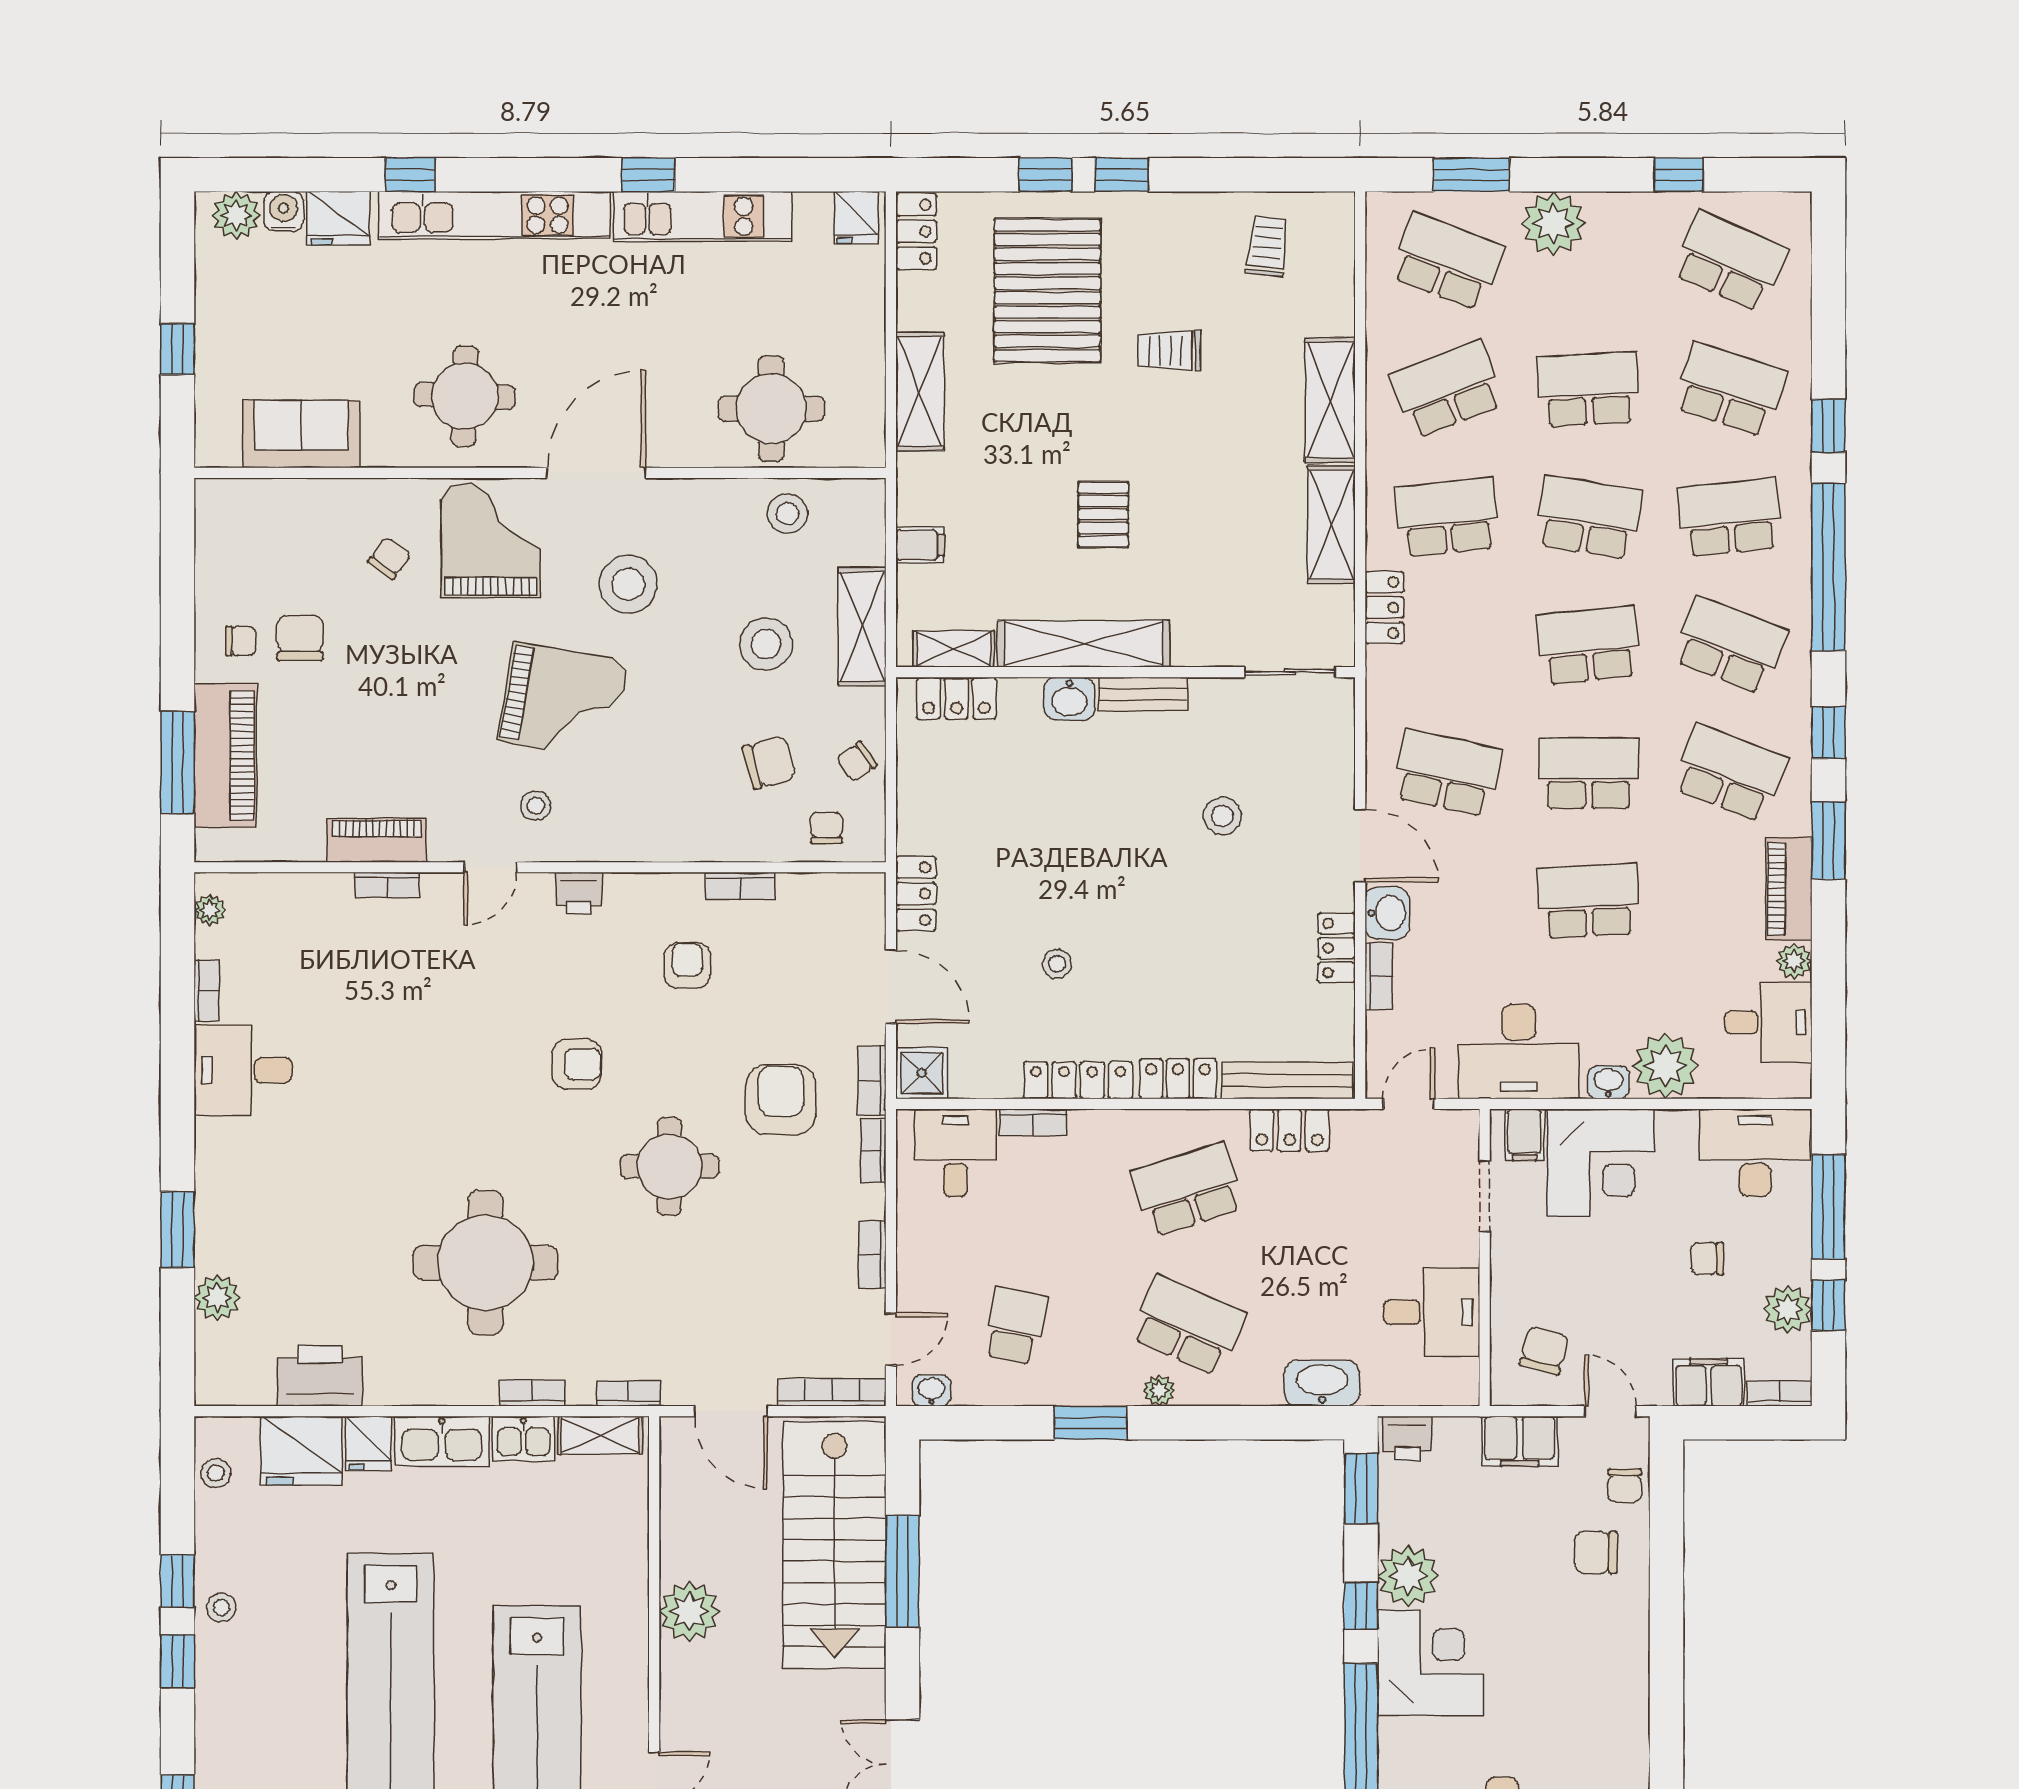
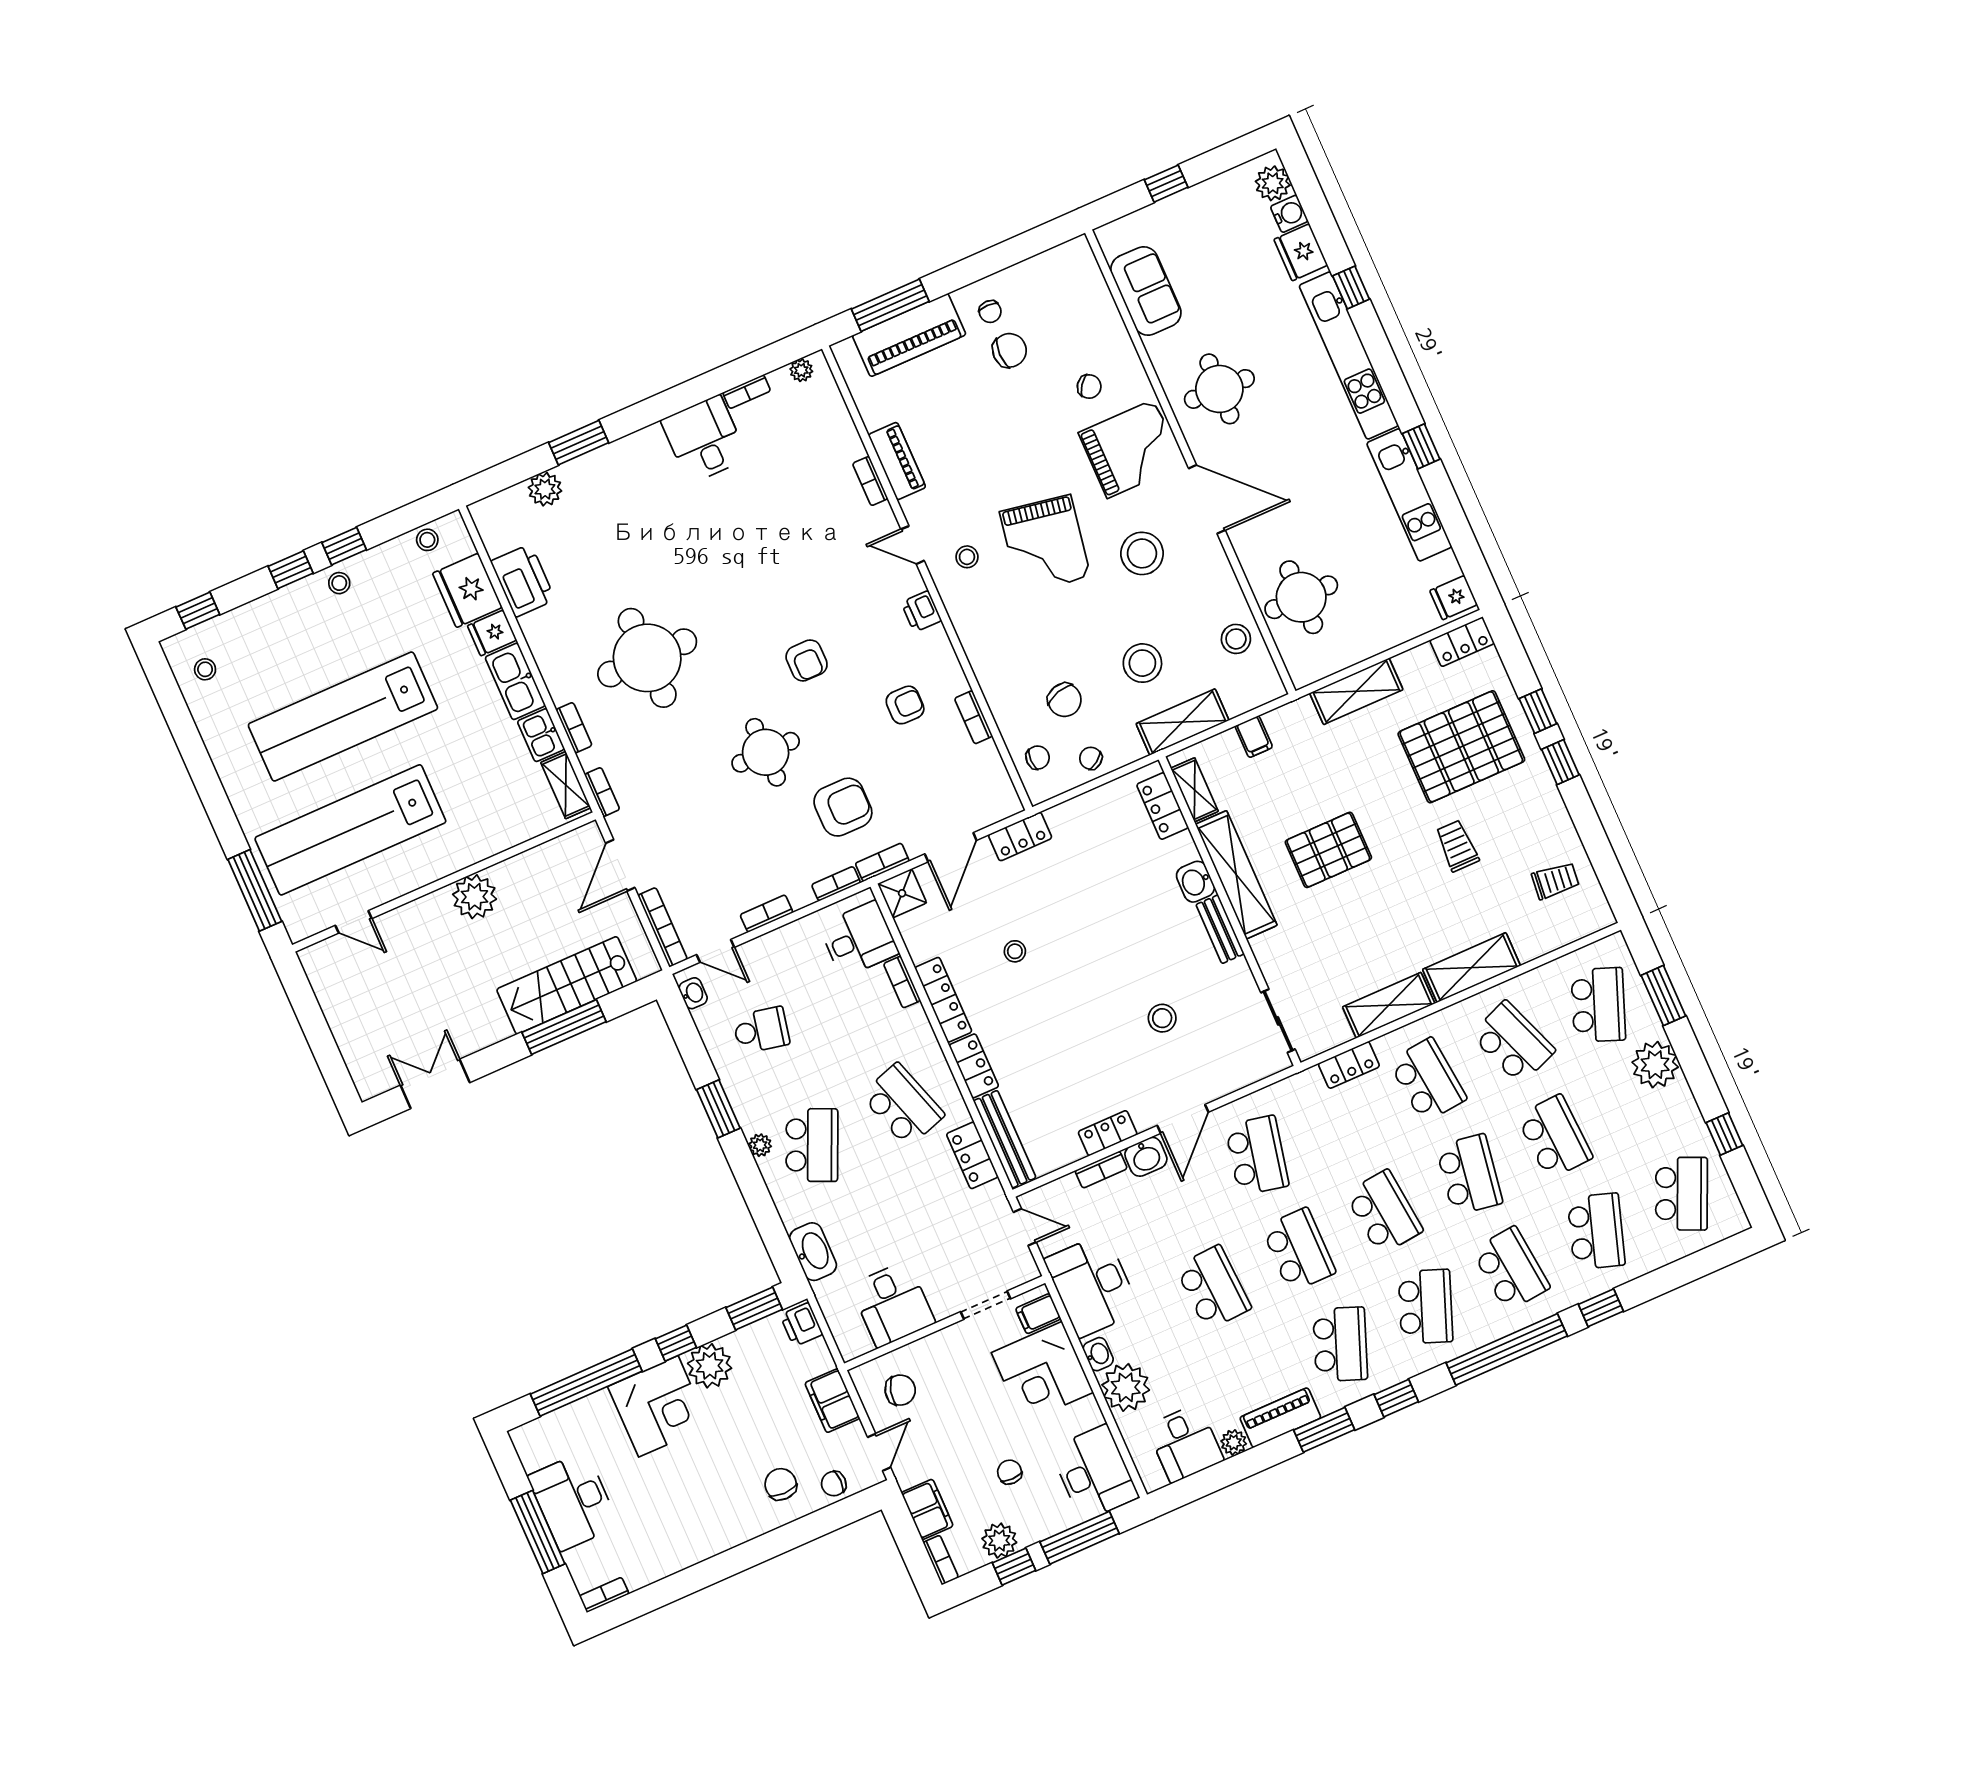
pallet: (1103, 514) -> (1328, 850), width x1.50, depth x1.42
stairs: (834, 1545) -> (567, 985), width x0.73, depth x0.66

